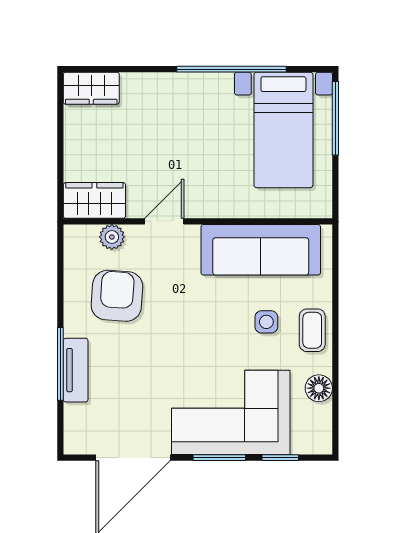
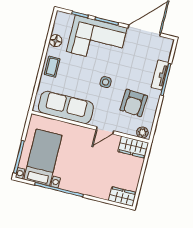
plant: (112, 237) -> (142, 132), moved
side table: (266, 322) -> (106, 82), moved

